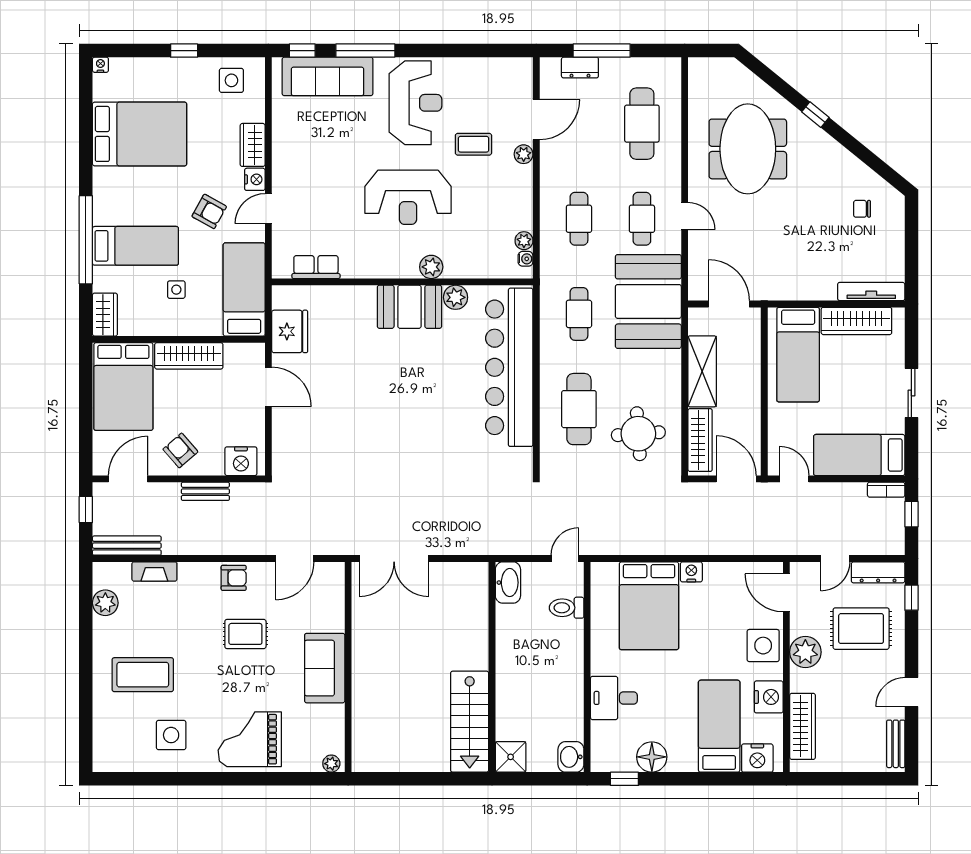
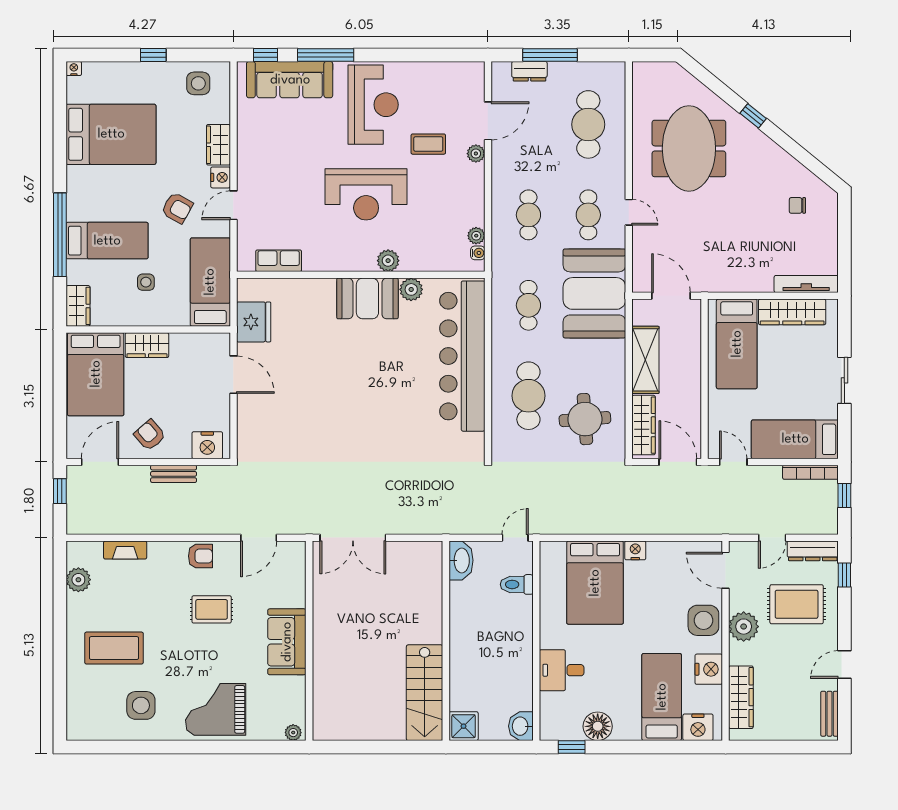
wardrobe: (189, 356) -> (147, 345), width x0.67
bookcase: (886, 490) -> (810, 472), width x1.56
bench: (127, 546) -> (99, 525), removed

